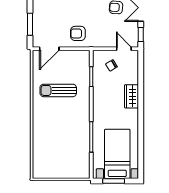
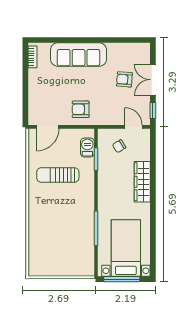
window: (30, 24) -> (25, 99), removed
barbecue: (84, 67) -> (87, 147), added
wardrobe: (132, 96) -> (142, 182), width x1.50
window: (114, 181) -> (122, 279), width x1.44

